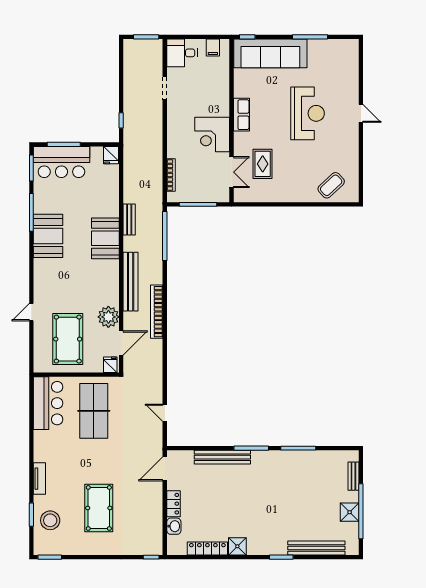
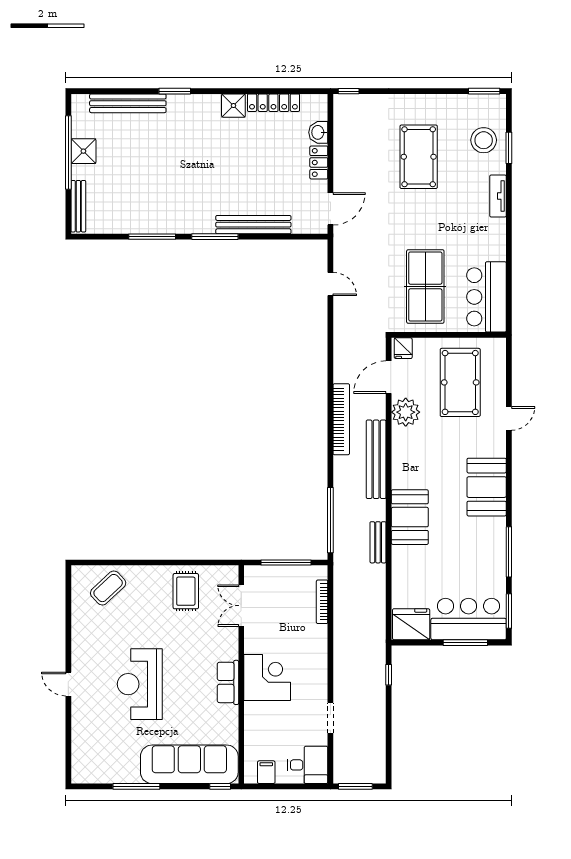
corner desk: (212, 135) -> (267, 677), moved
fridge: (111, 155) -> (411, 624), width x1.88, depth x1.34
rug: (263, 164) -> (186, 591), moved
booth: (48, 236) -> (487, 487), moved
bench: (353, 476) -> (78, 206), width x1.36

